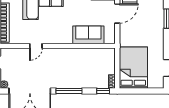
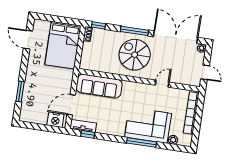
sofa: (88, 35) -> (99, 86), width x1.36
spiral stairs: (65, 69) -> (135, 55), added

